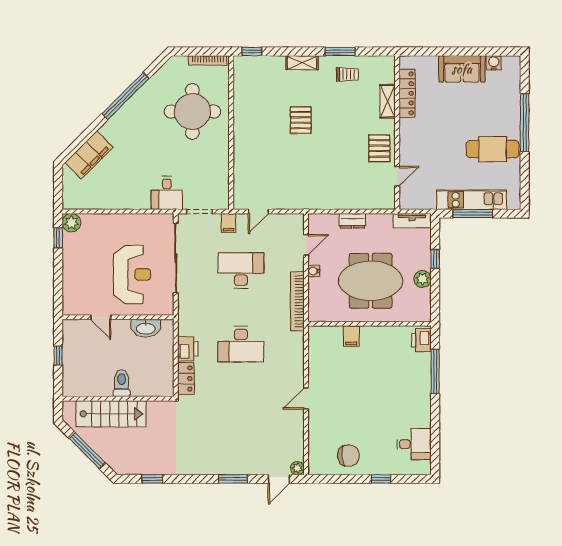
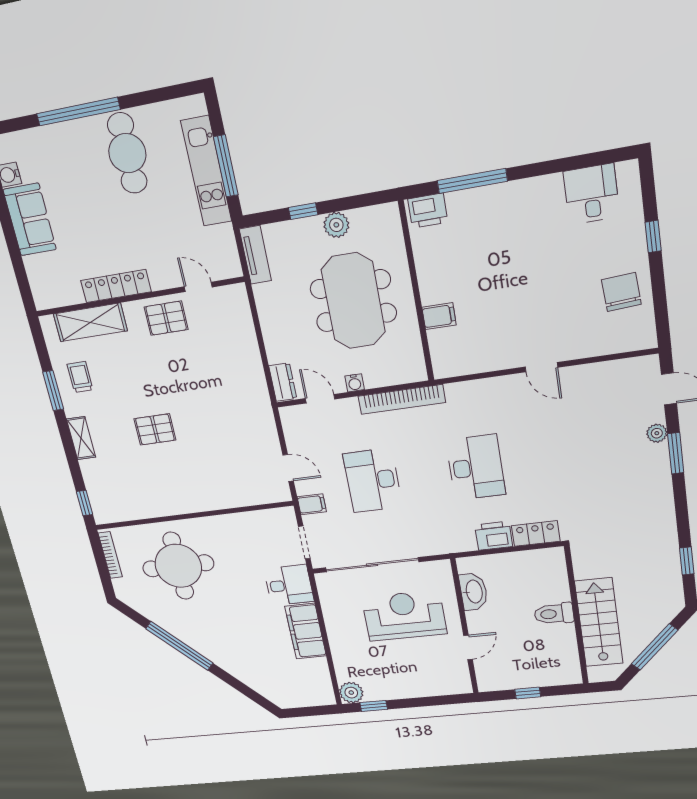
locker: (407, 93) -> (116, 286), moved
shelving: (388, 101) -> (90, 322), width x1.50, depth x1.33
filing cabinet: (89, 155) -> (306, 631), moved, turned -135
dresser: (352, 221) -> (283, 382), moved
plant: (297, 468) -> (657, 433), moved

